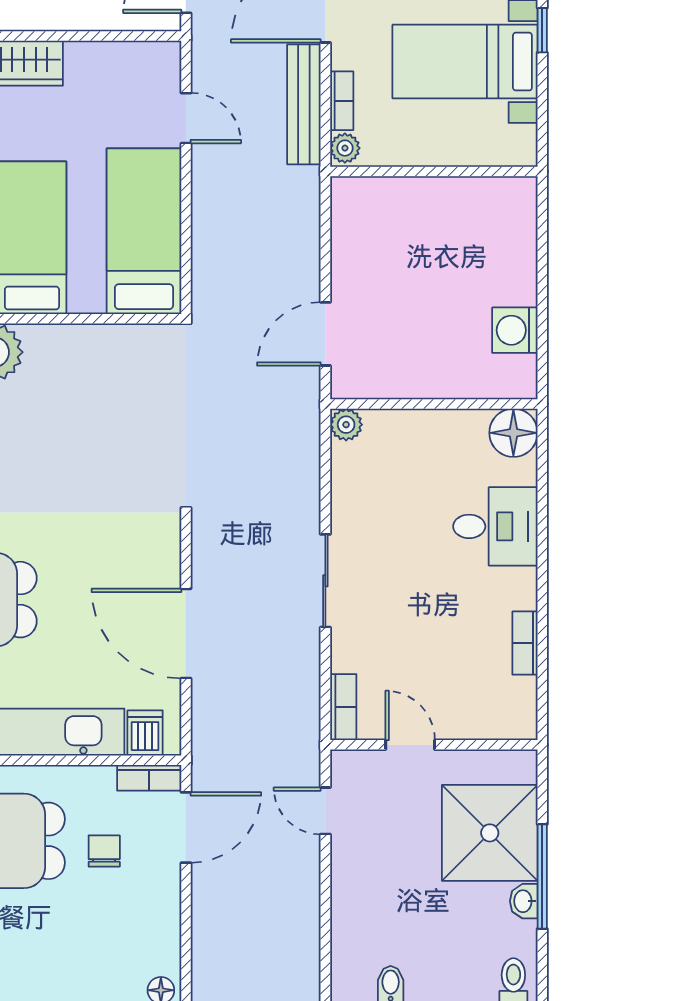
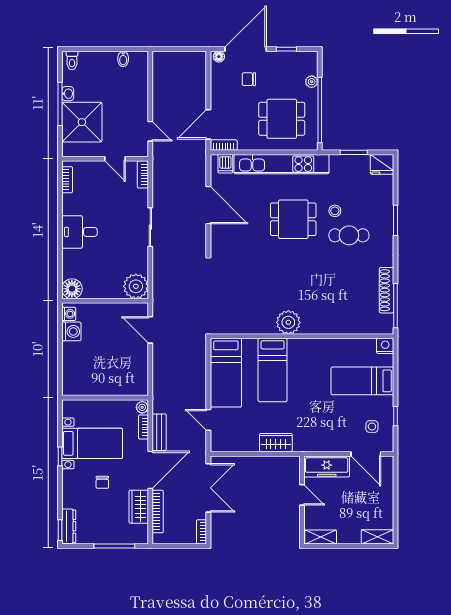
bench: (304, 104) -> (159, 432), width x0.73
door: (325, 334) -> (150, 330), swing flipped
washing machine: (521, 372) -> (69, 314), added
plant: (346, 425) -> (136, 286), width x1.87, depth x1.87
desk: (495, 526) -> (79, 232), moved
bookcase: (525, 643) -> (67, 180), moved
chair: (104, 851) -> (249, 79), moved, turned 90

